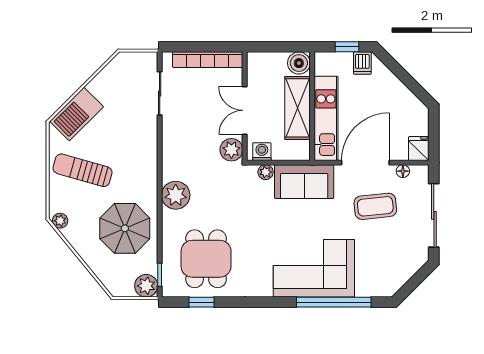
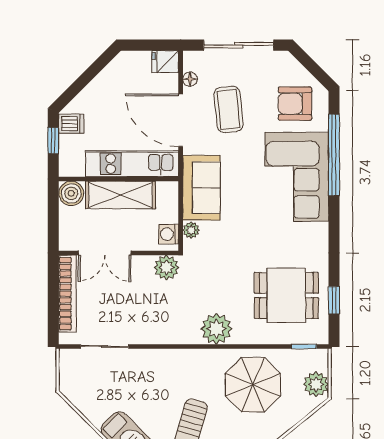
double door: (245, 110) -> (105, 253), moved
armchair: (381, 267) -> (295, 104), added
plant: (146, 286) -> (316, 384), moved

